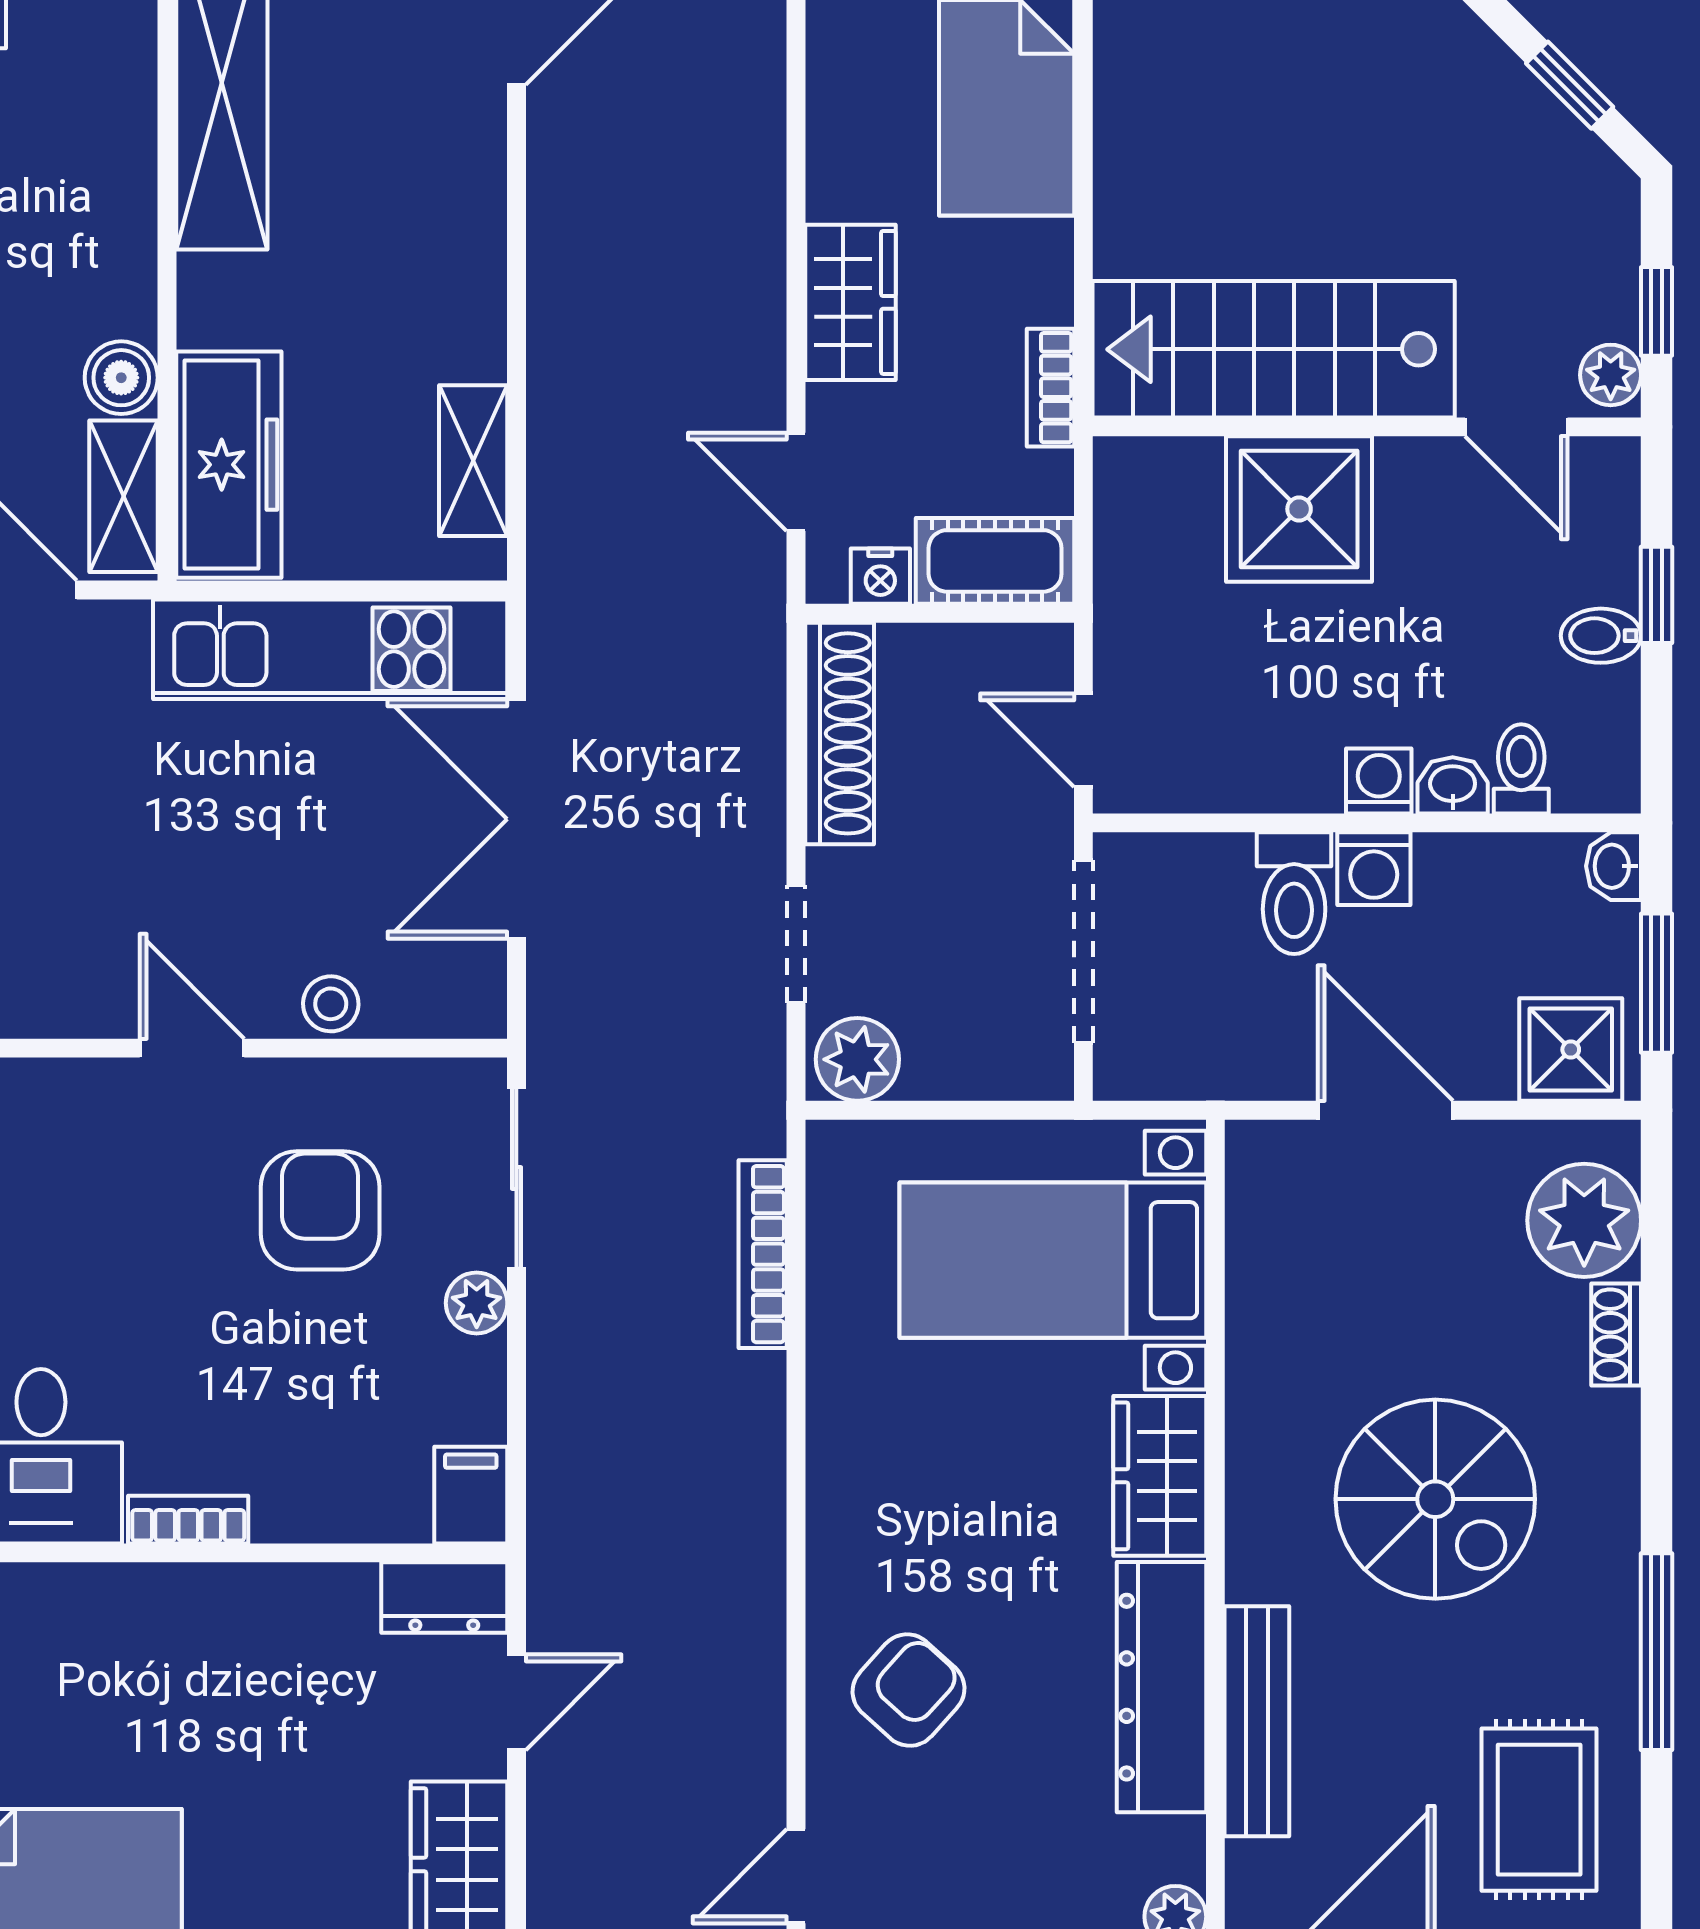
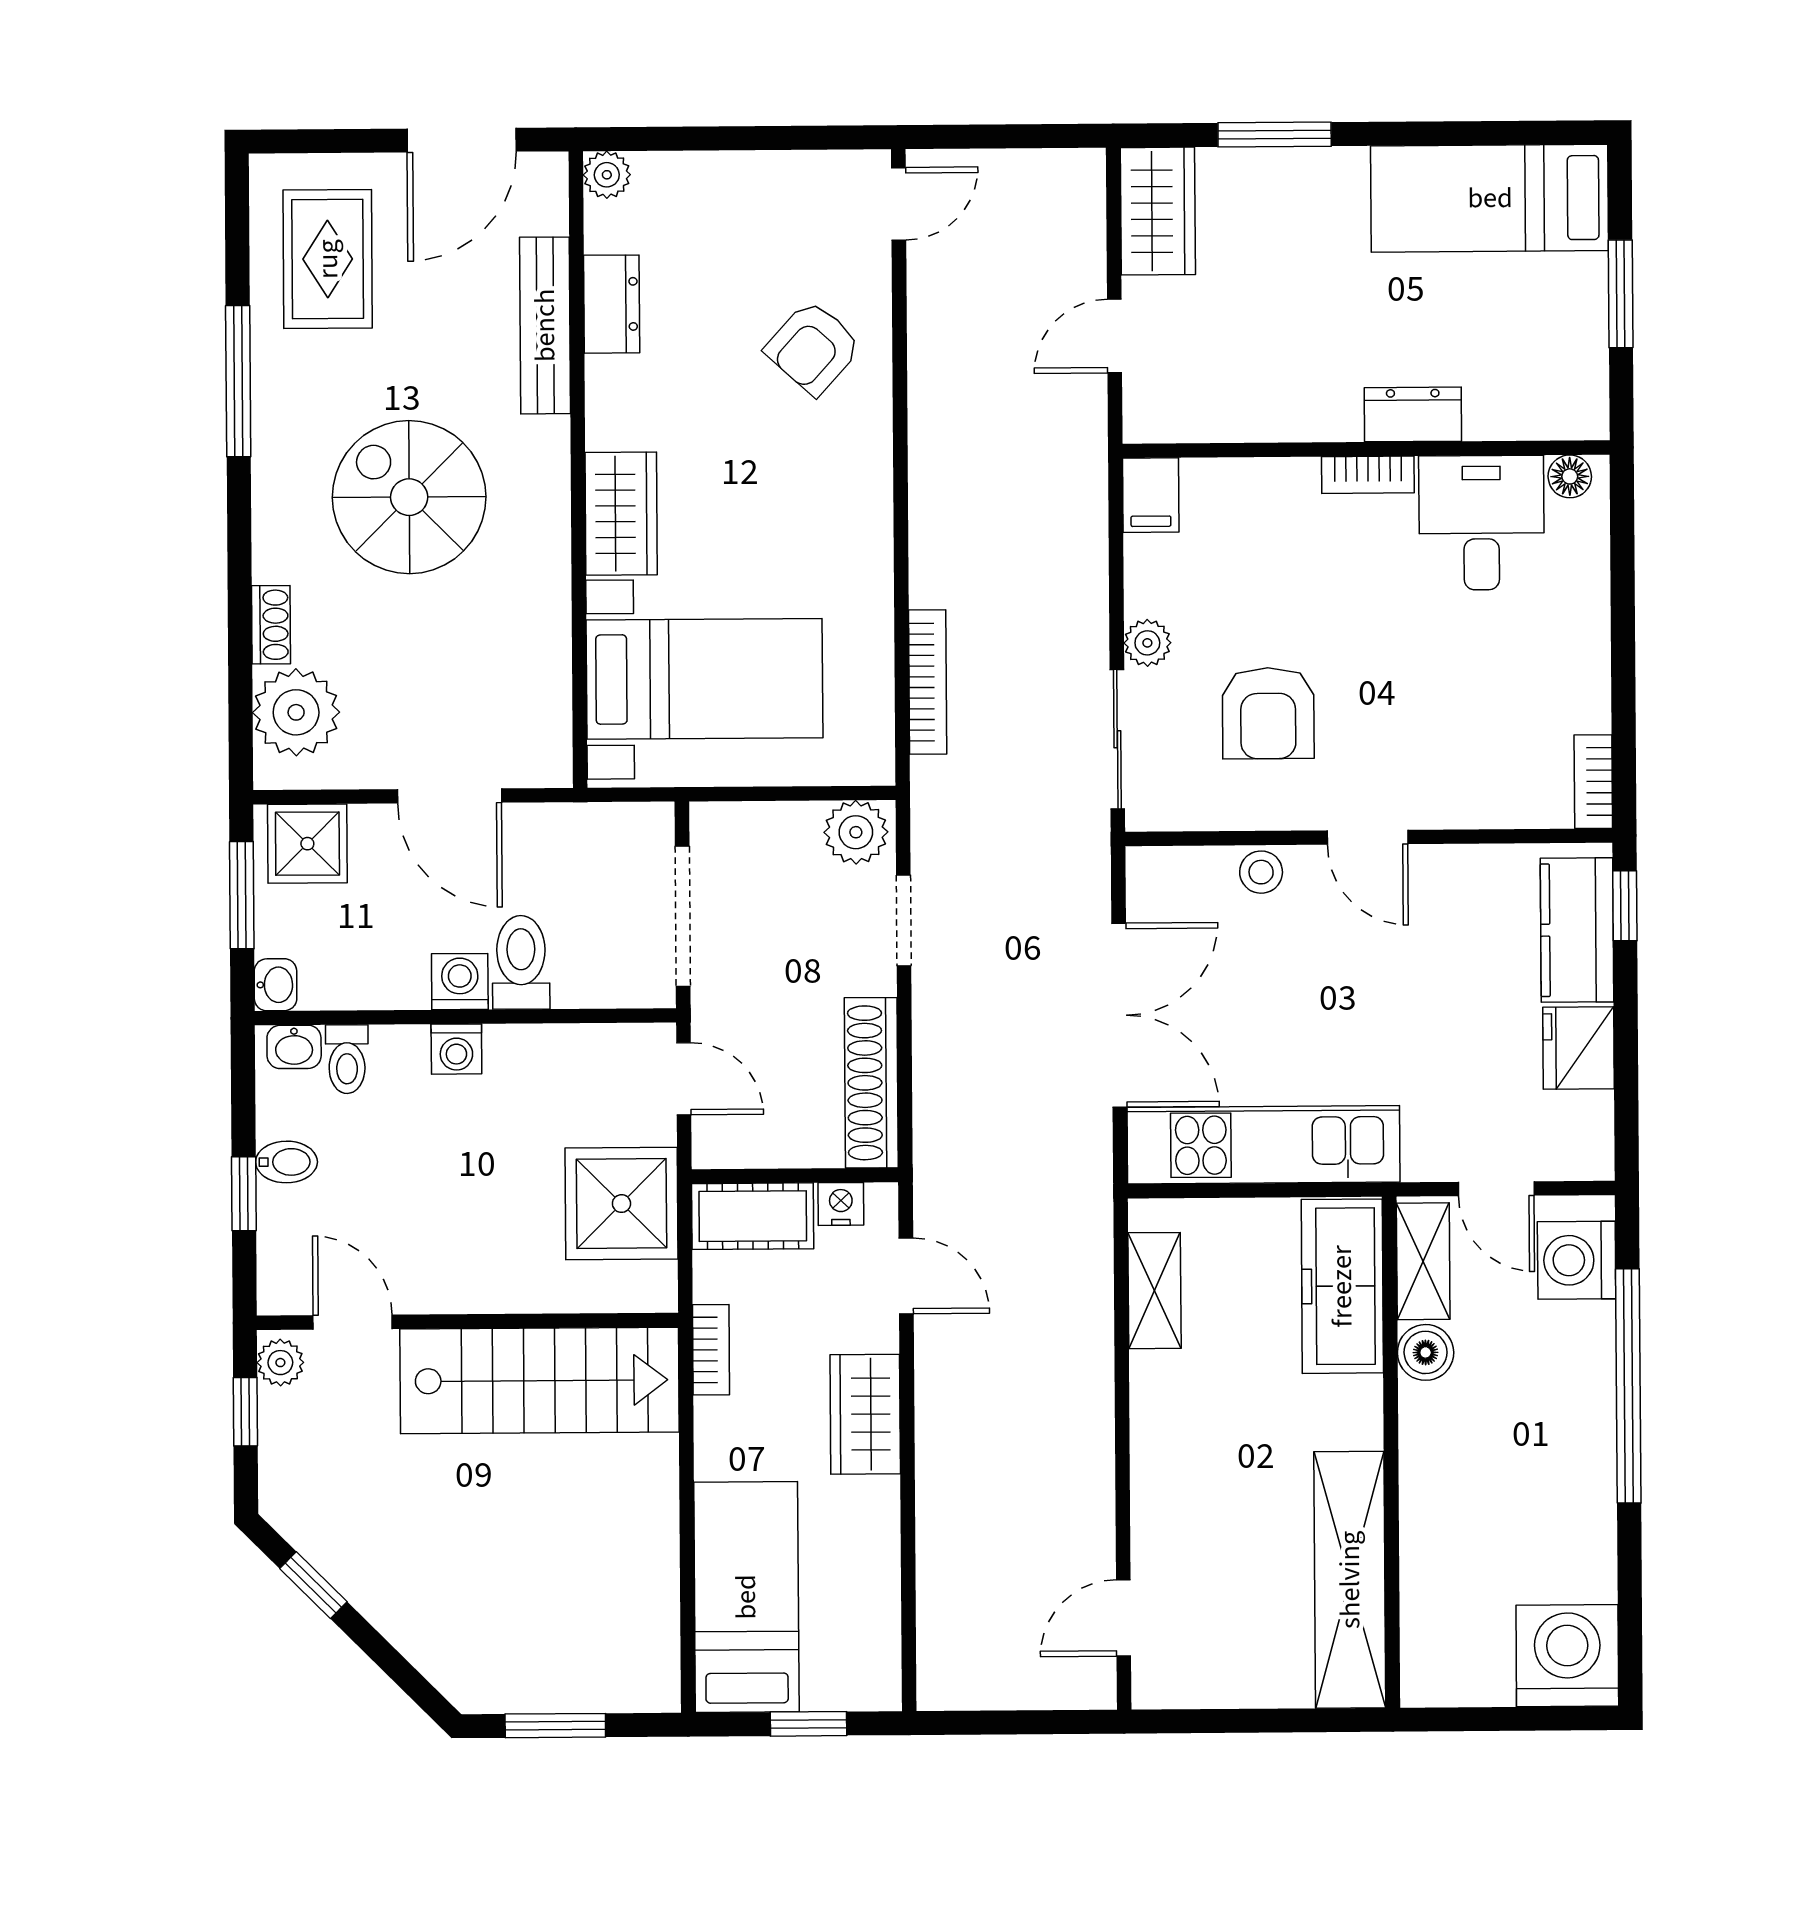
shower: (1299, 509) -> (621, 1204), moved
washbasin: (1453, 785) -> (294, 1047), moved
dresser: (444, 1598) -> (1413, 414), moved
dresser: (1161, 1687) -> (612, 304), width x0.51, depth x0.80

